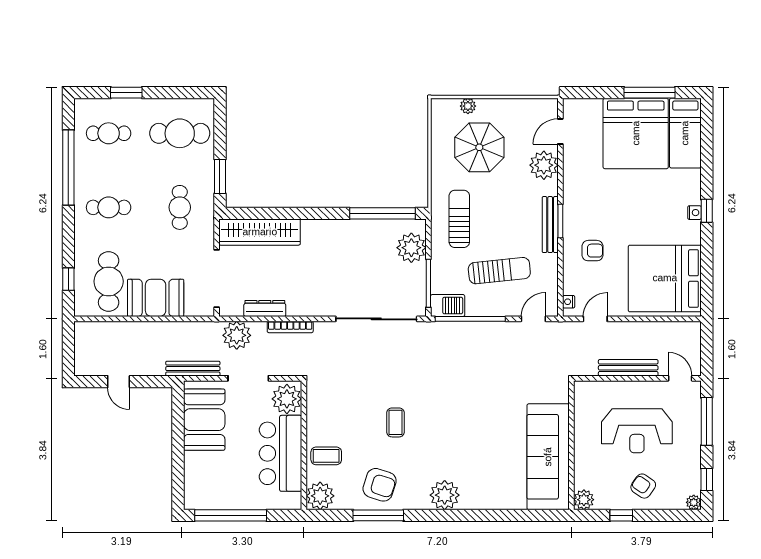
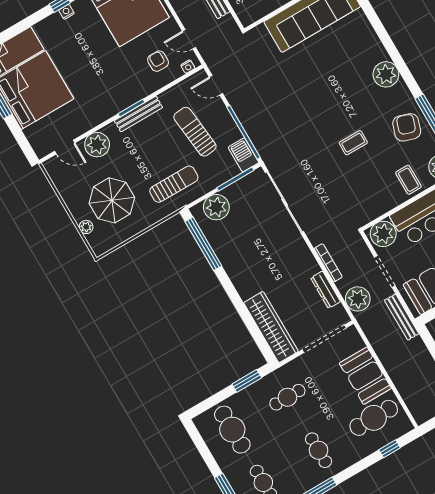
sun lounger: (459, 219) -> (174, 184), turned 180
armchair: (593, 251) -> (158, 61), moved

